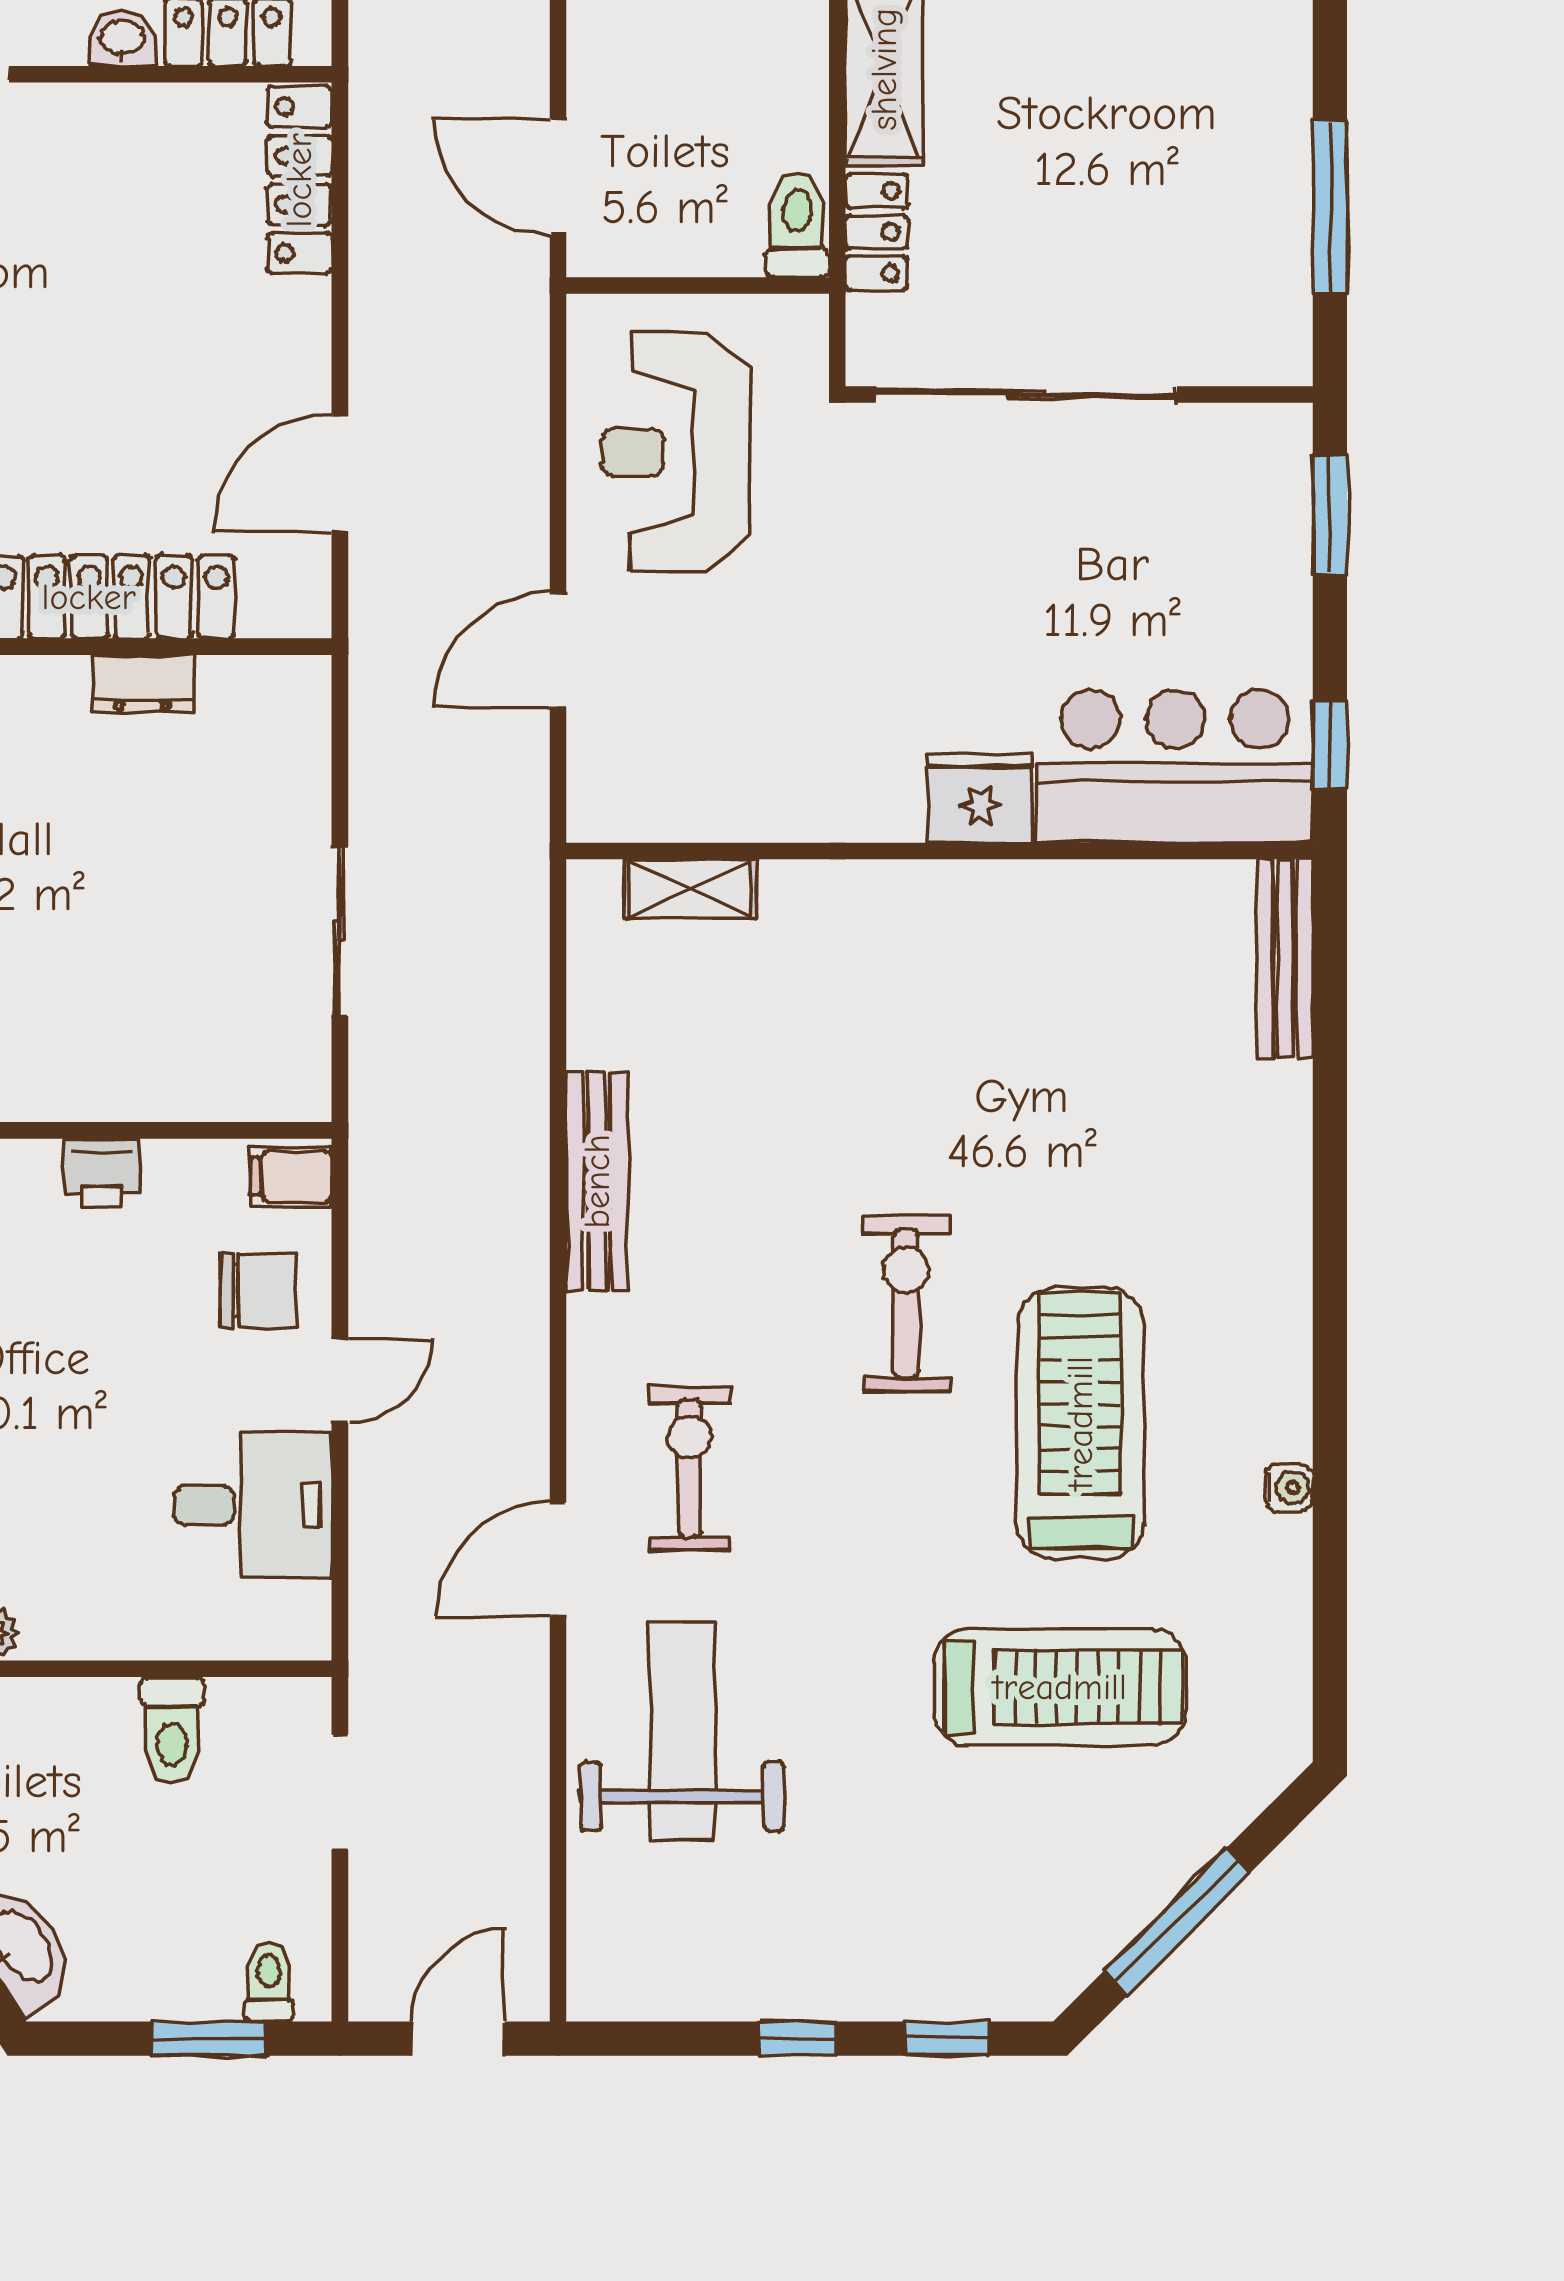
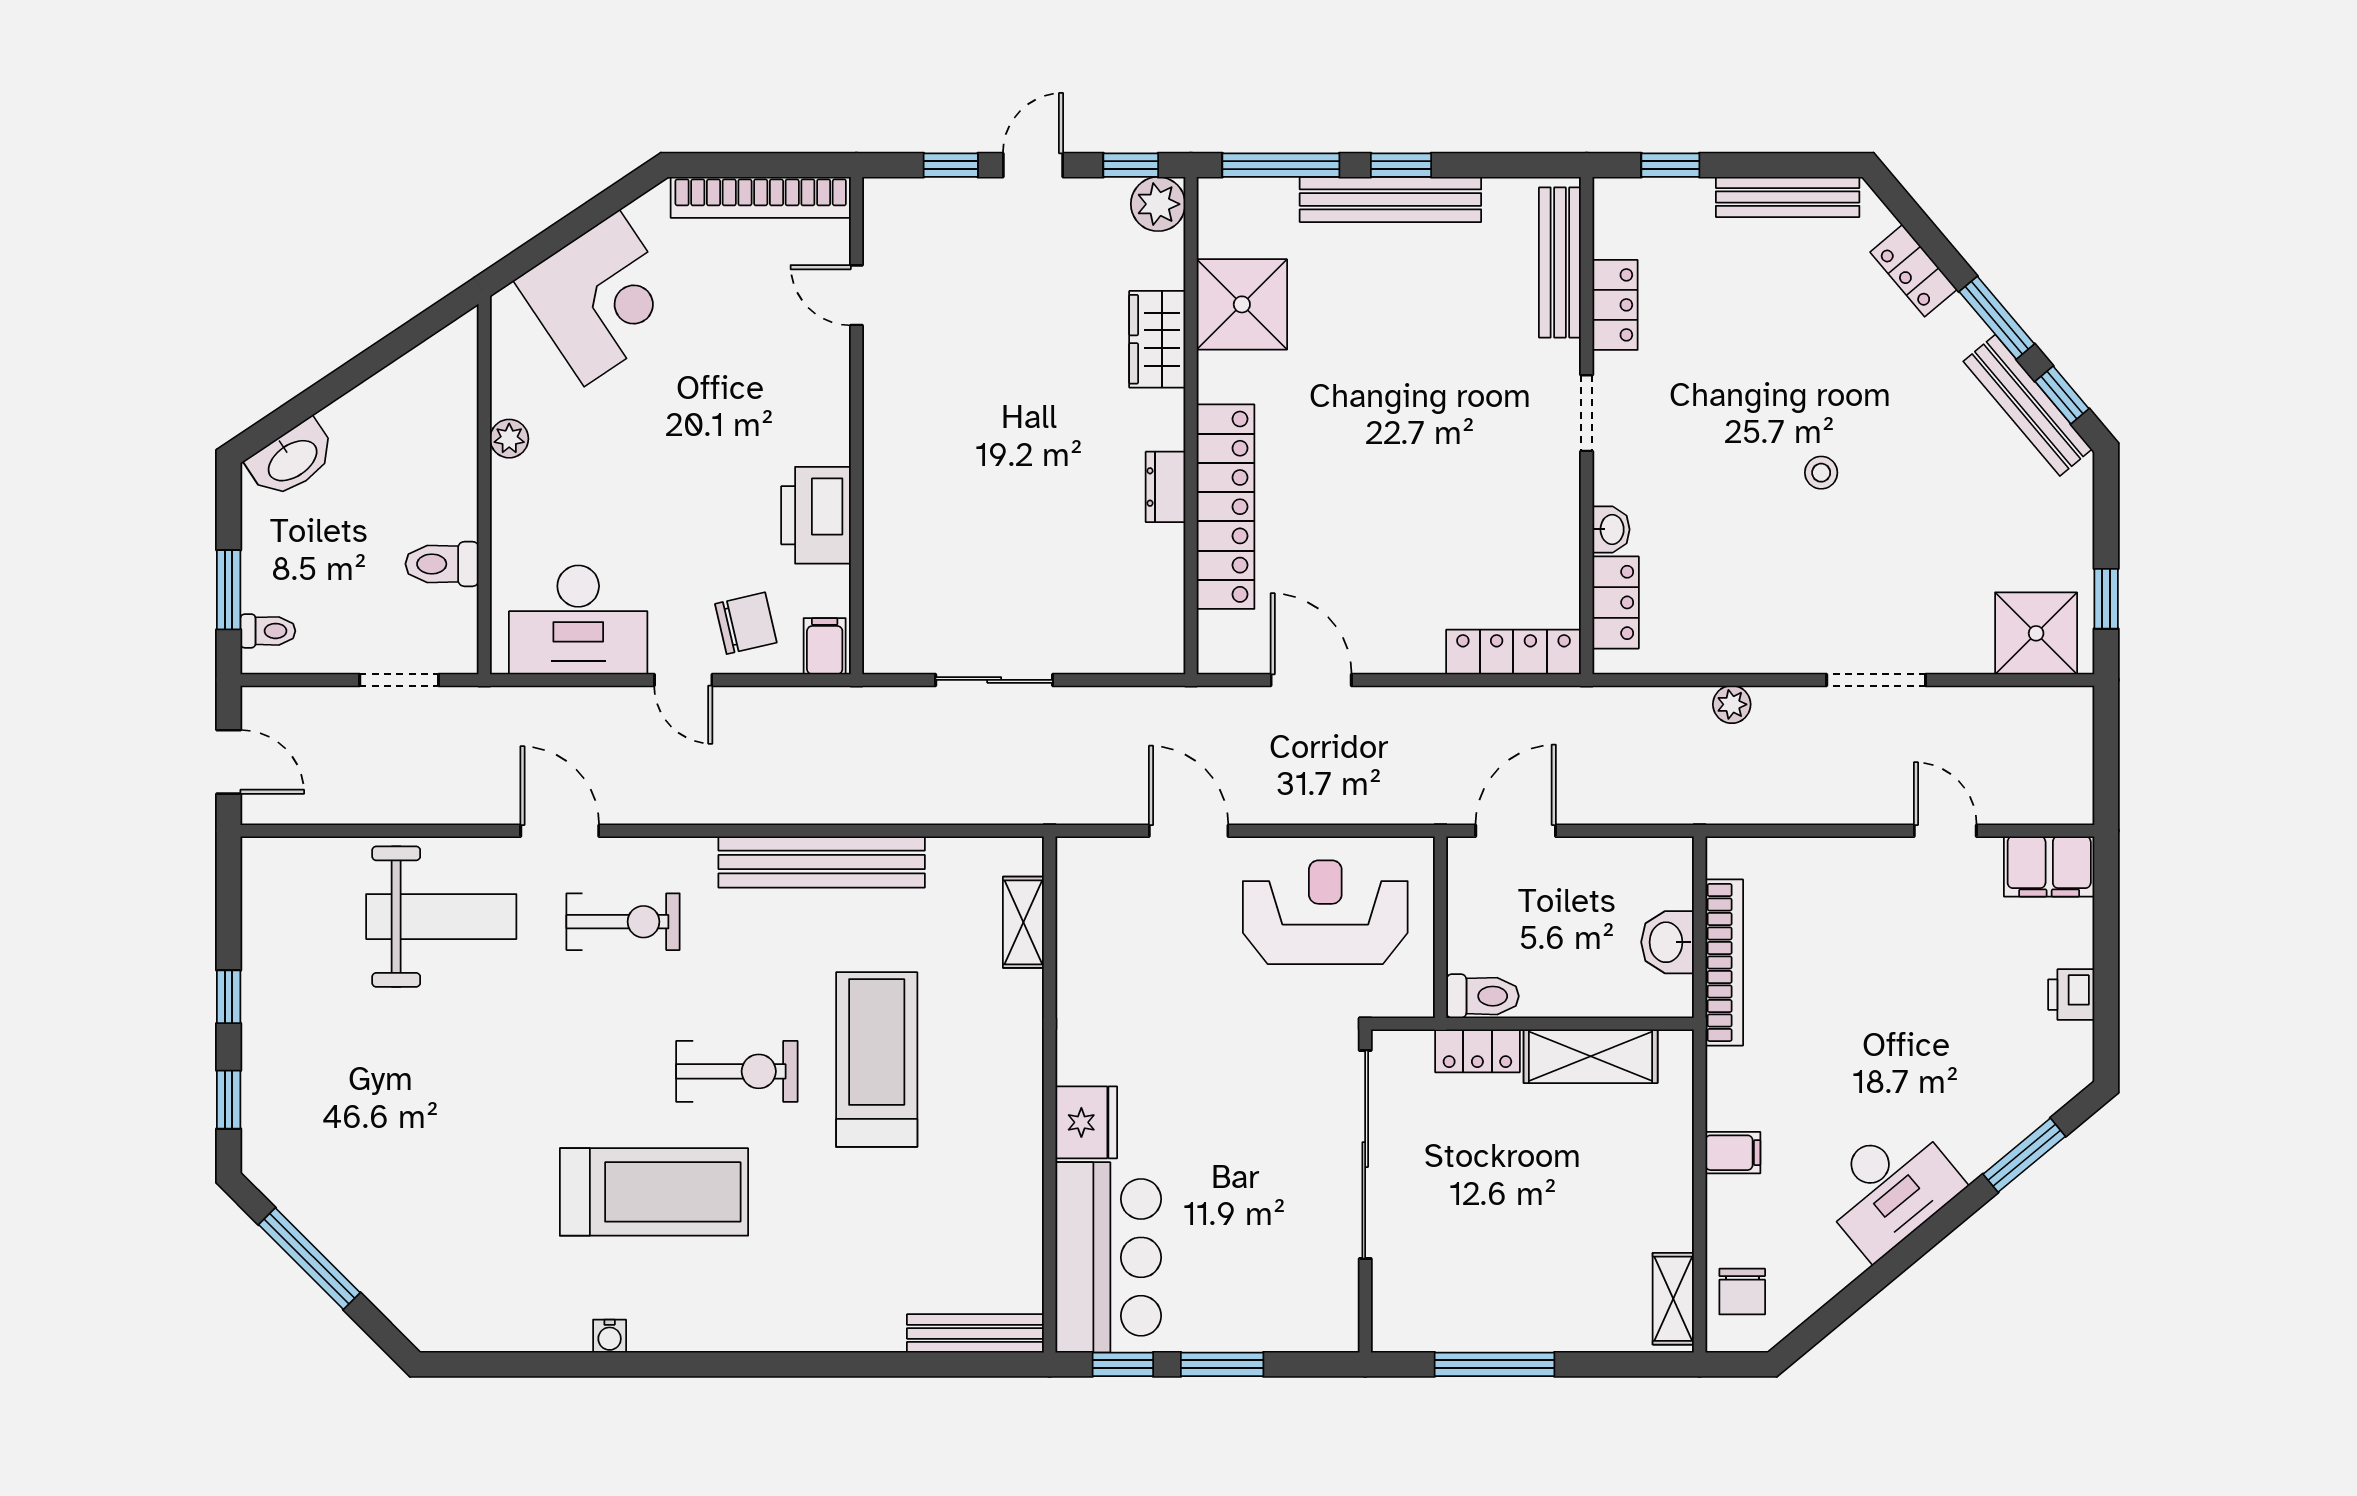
window: (1330, 514) -> (1222, 1364), moved
dresser: (142, 683) -> (1165, 487), moved
printer: (102, 1173) -> (816, 515), width x1.87, depth x1.48
bench: (597, 1181) -> (822, 862), width x1.37, depth x1.21
chair: (258, 1290) -> (746, 623), turned -103
desk: (253, 1506) -> (578, 620), width x1.37
treadmill: (1060, 1687) -> (877, 1060), moved, turned 180

